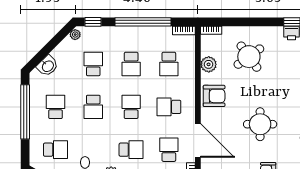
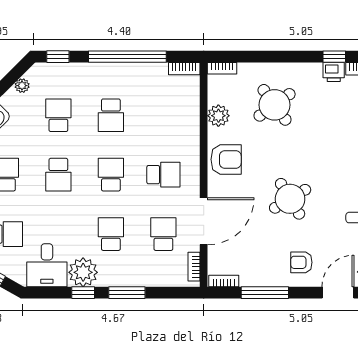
plant: (75, 35) -> (22, 86), moved
school desk: (169, 64) -> (163, 115), removed
school desk: (169, 107) -> (163, 175), turned 180
round table: (260, 124) -> (290, 199), turned -31
door: (198, 140) -> (204, 221), hinge flipped
school desk: (131, 150) -> (111, 234), turned -90

